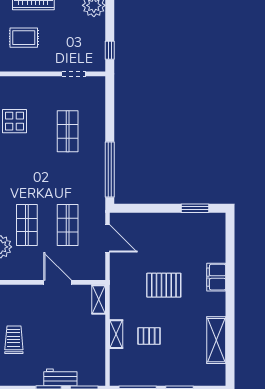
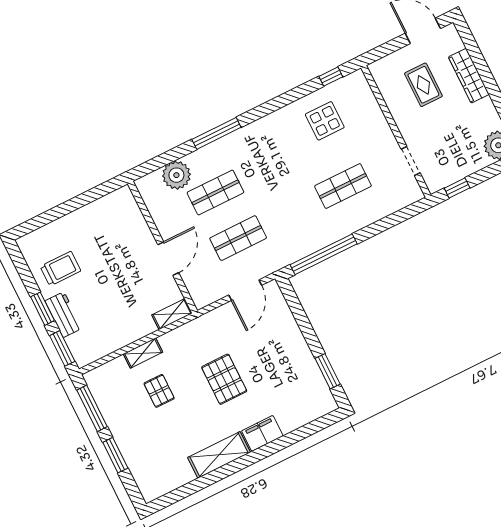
trolley: (14, 340) -> (60, 269), moved
shelving: (216, 340) -> (219, 455), moved

